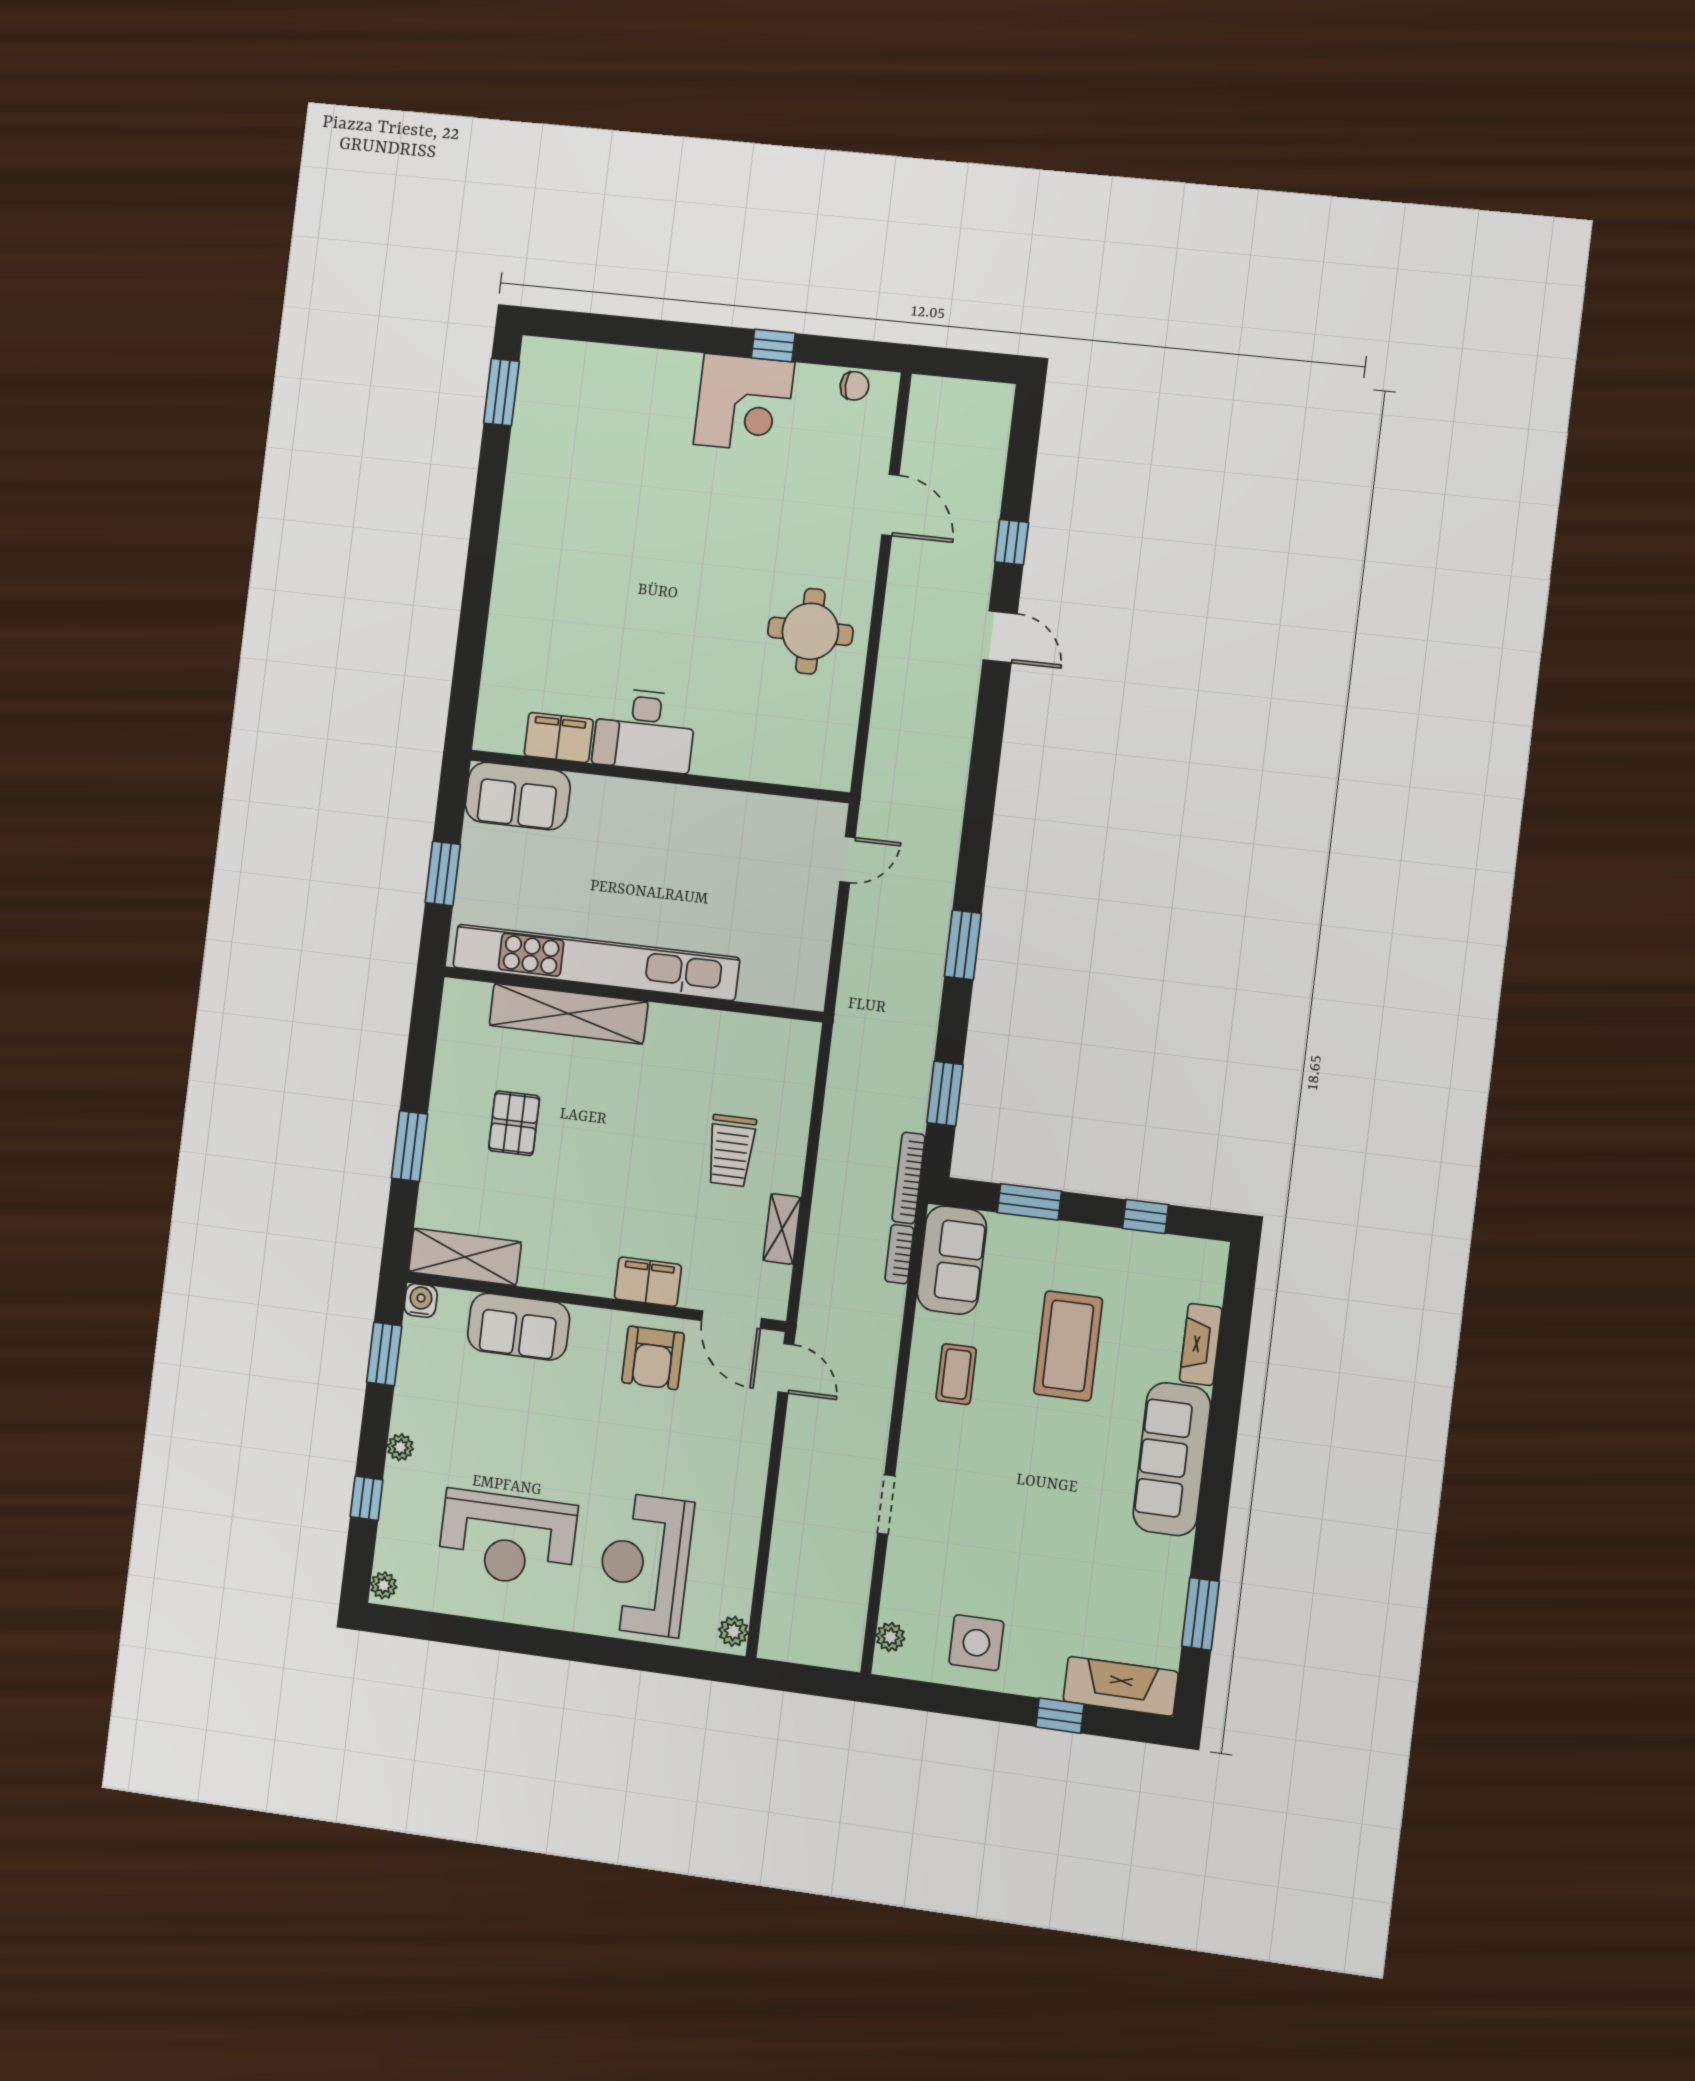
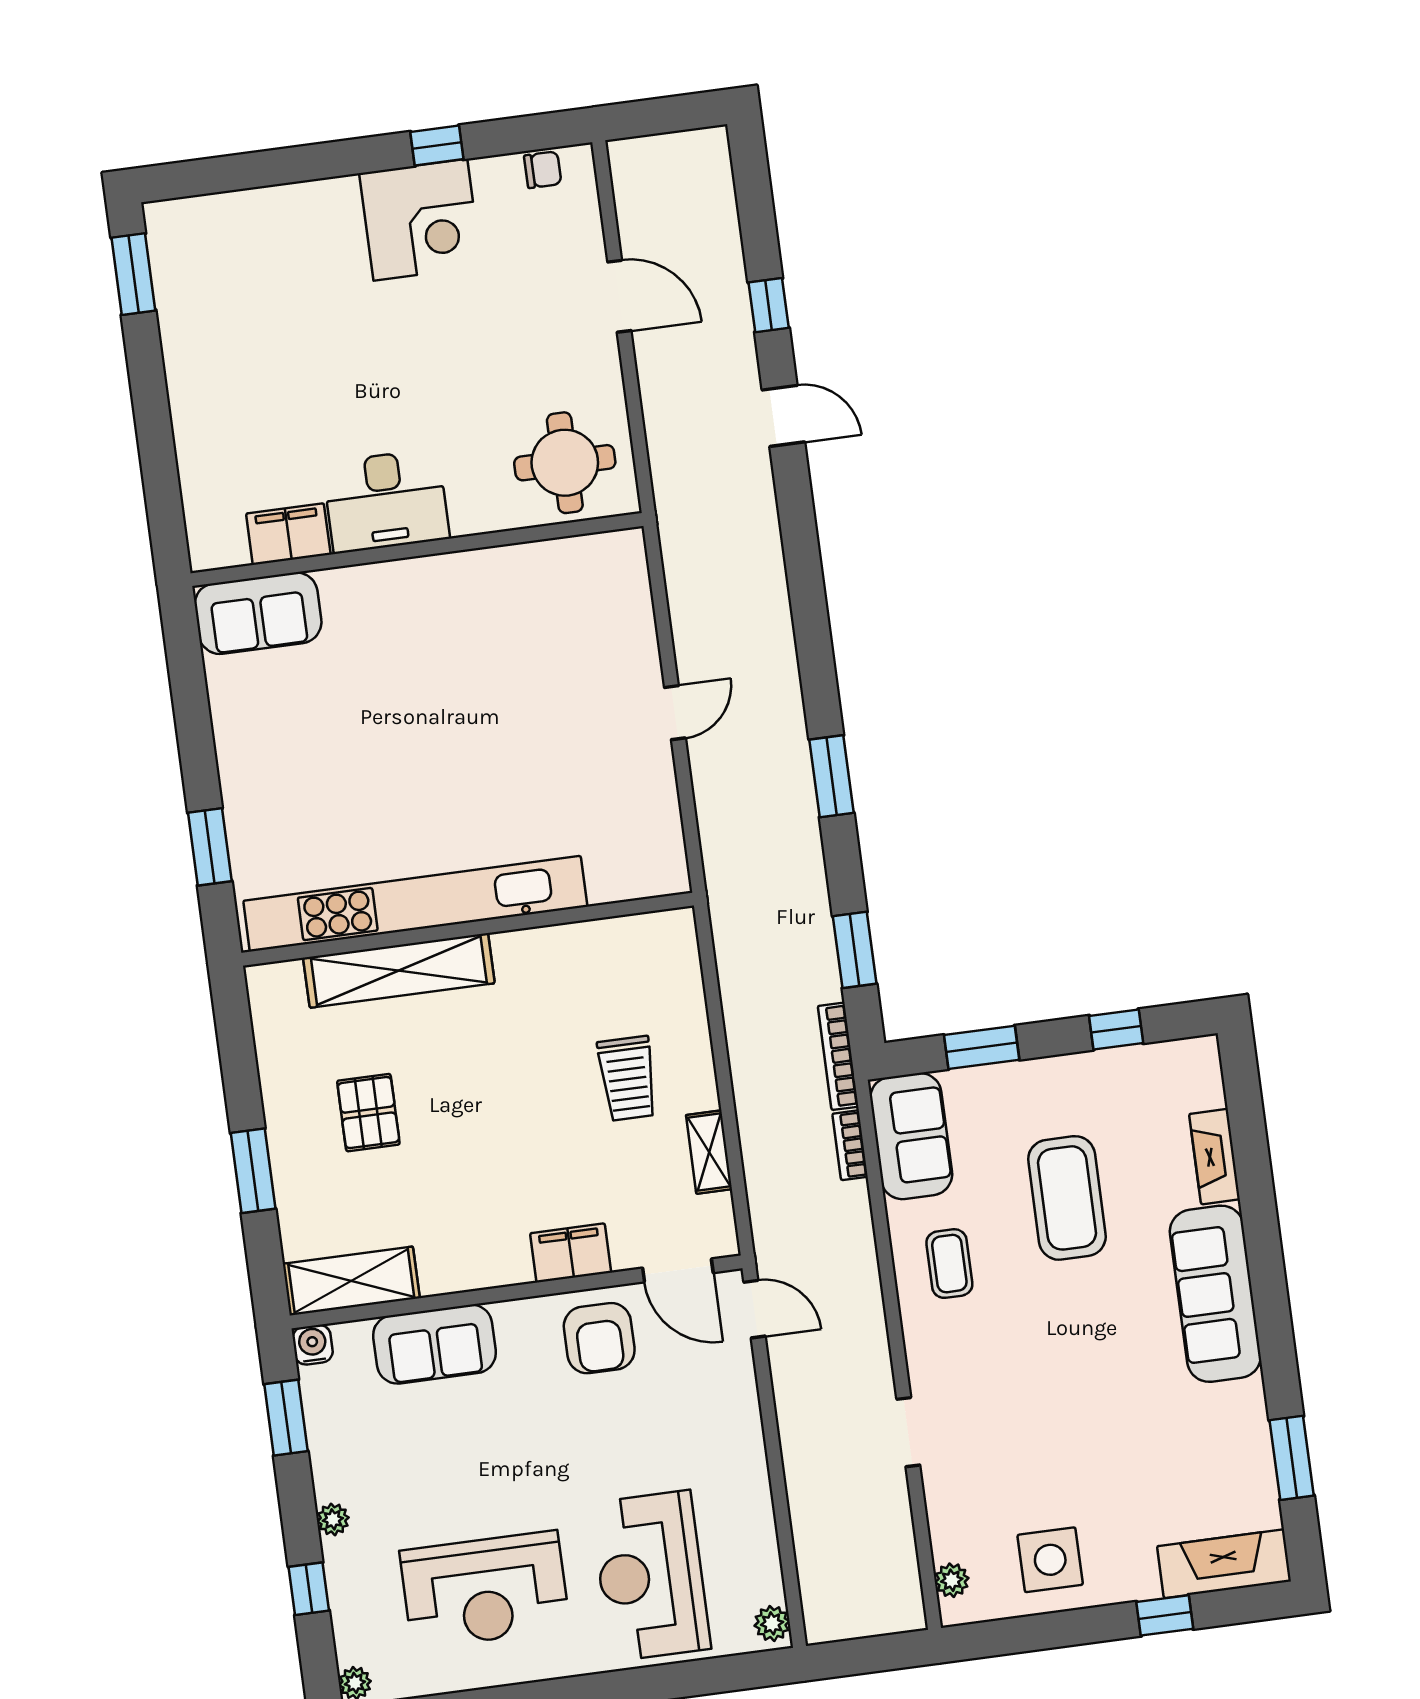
desk: (644, 730) -> (386, 501), moved
filing cabinet: (559, 738) -> (288, 534), moved
wall: (659, 776) -> (417, 550), moved
sofa: (518, 796) -> (258, 613), moved

